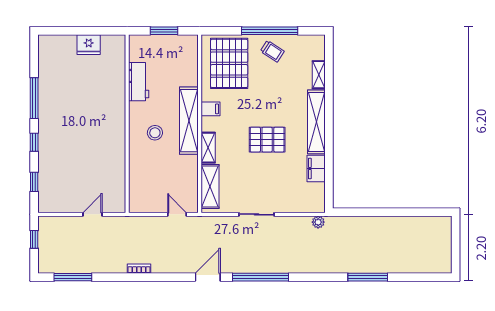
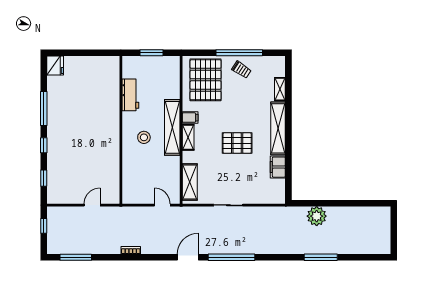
fridge: (89, 45) -> (55, 65), moved, turned -90
shelving: (208, 148) -> (188, 137), moved
plant: (318, 222) -> (317, 216), moved, width x1.87, depth x1.87

